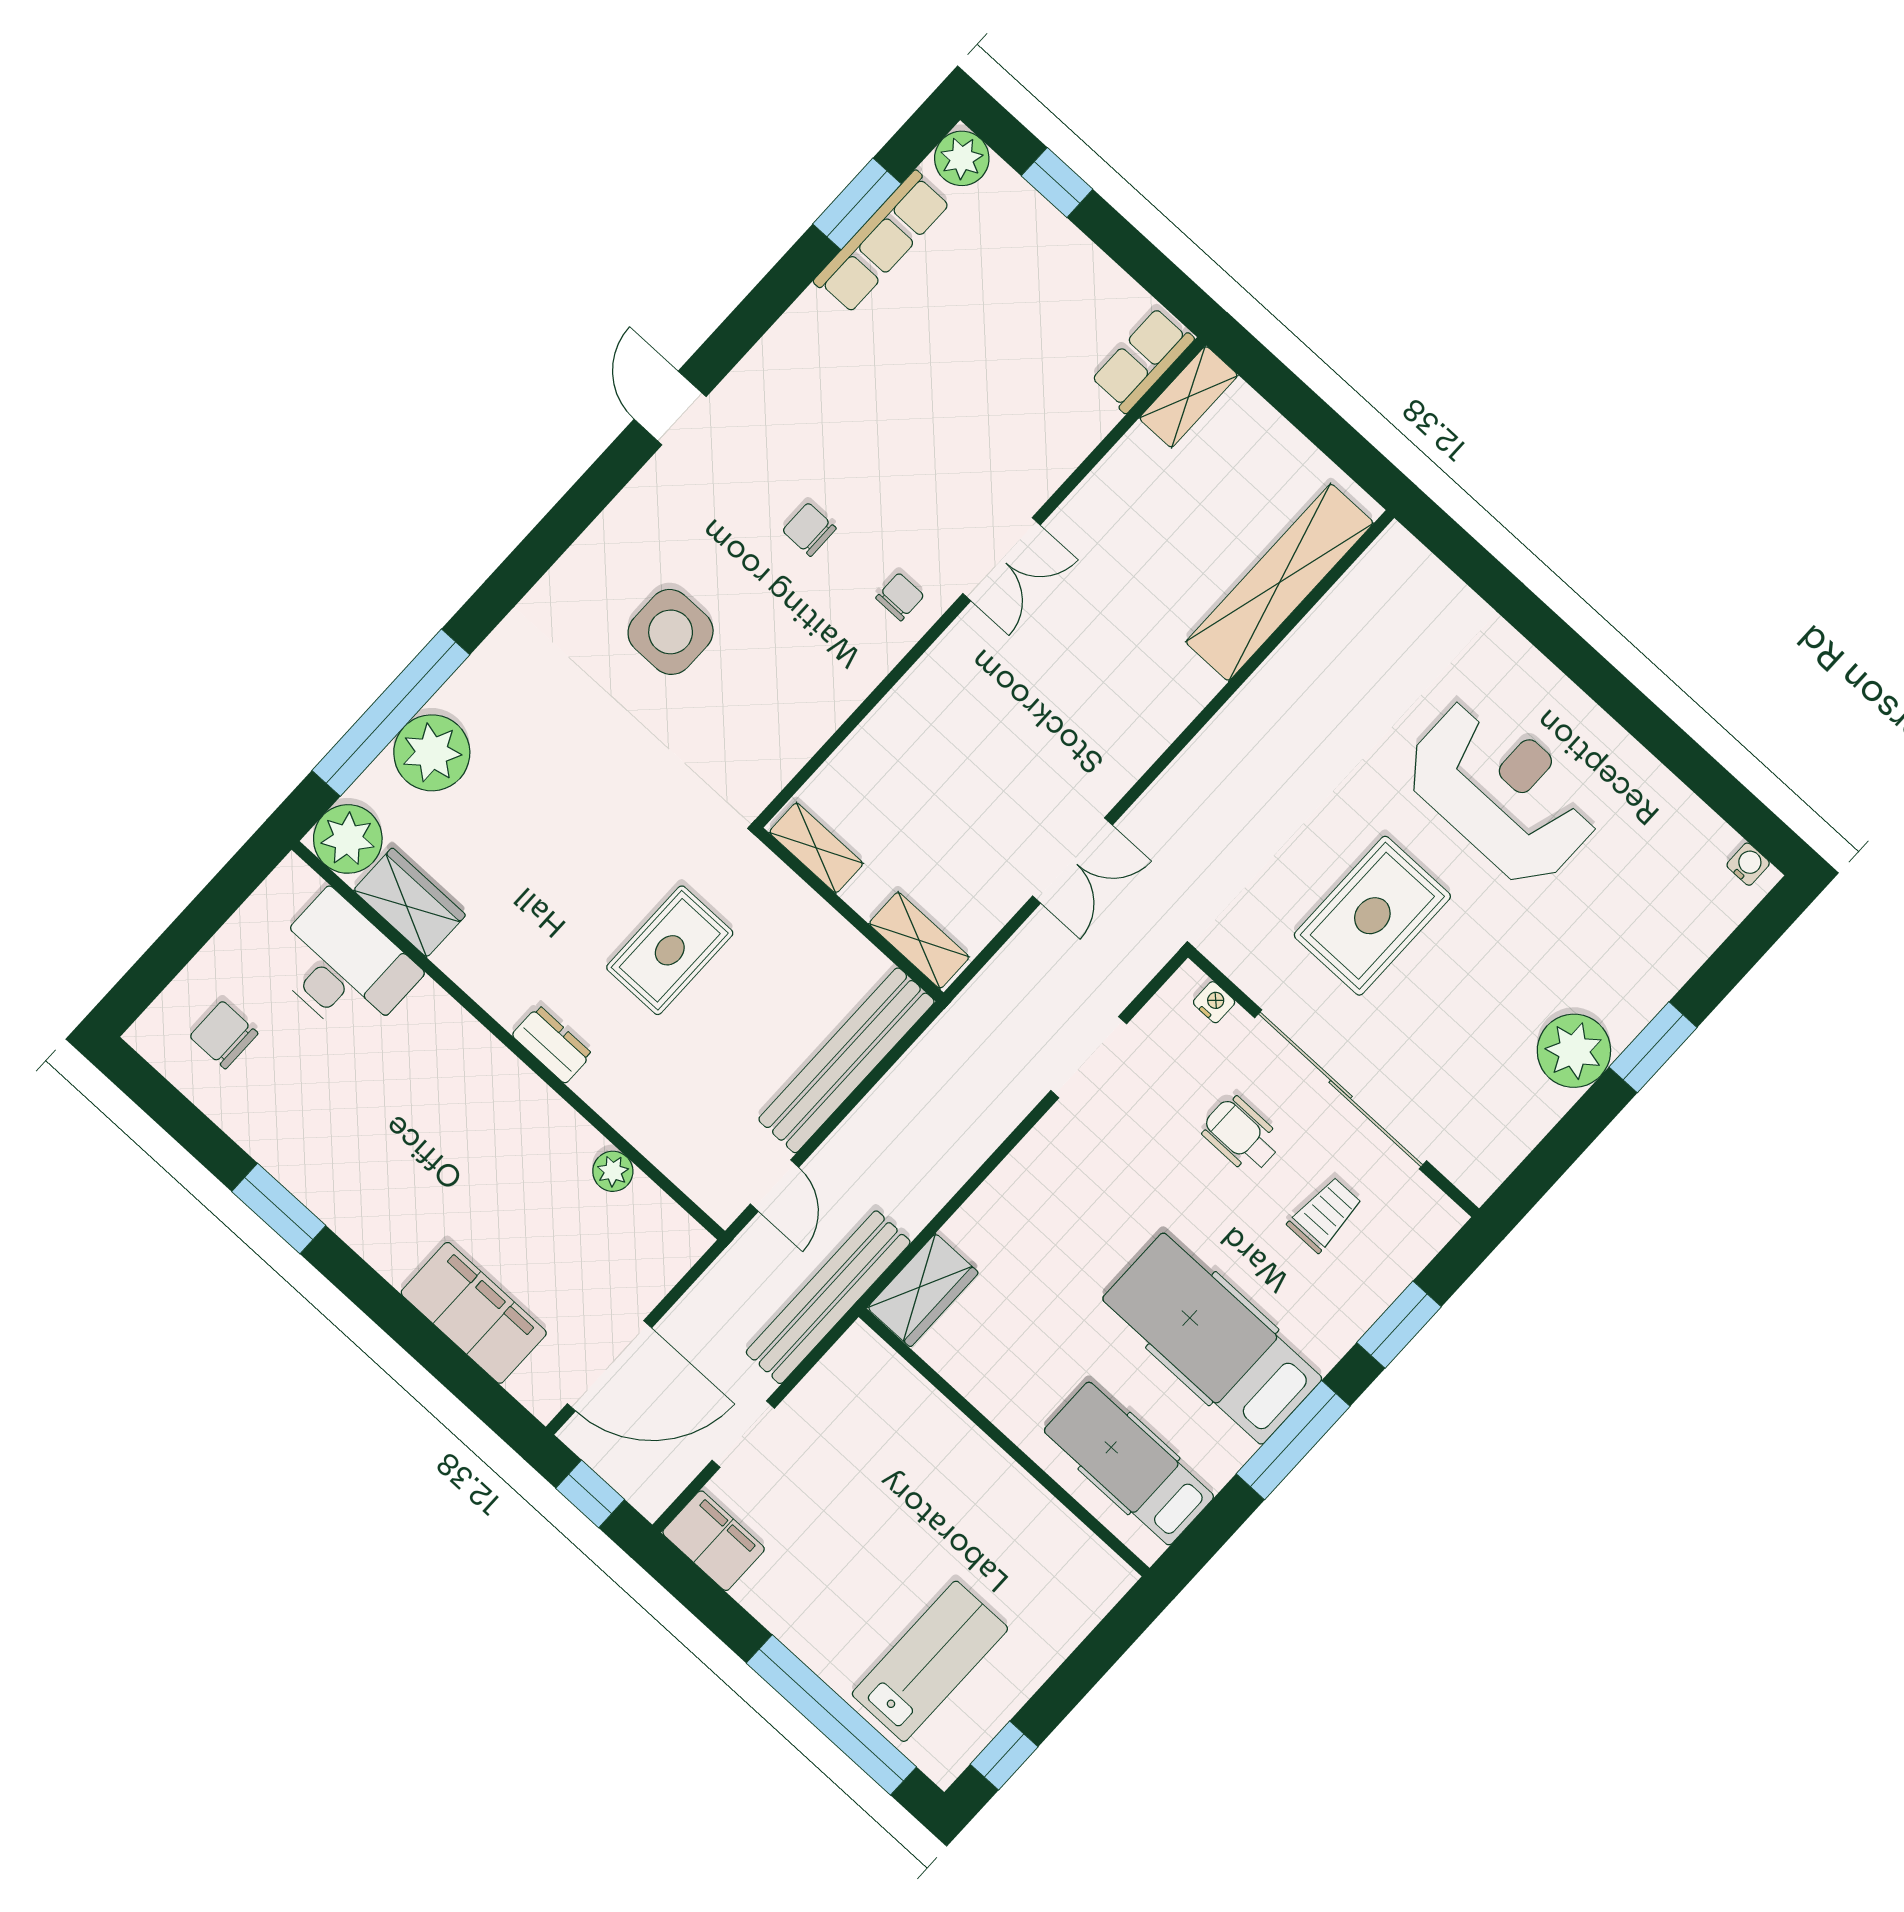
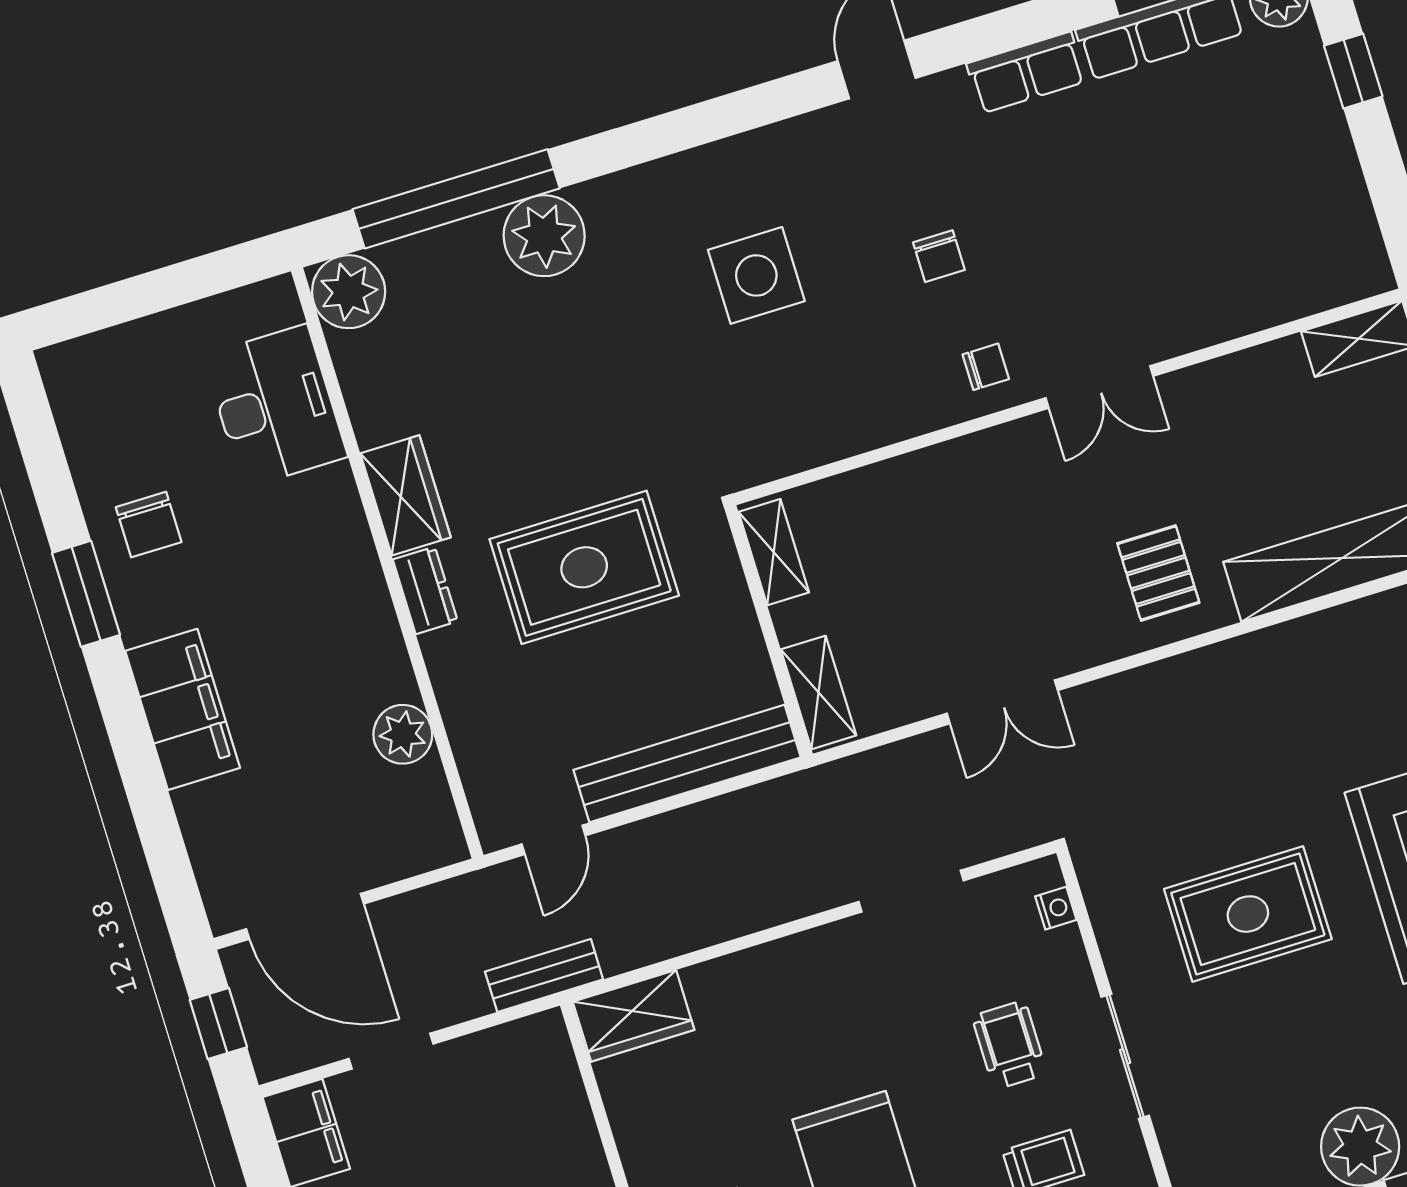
row of seats: (1142, 360) -> (1026, 73), moved, turned 180
chair: (809, 530) -> (939, 256), turned 180
pallet: (1138, 682) -> (1158, 573), added
plant: (432, 753) -> (544, 236), moved
wardrobe: (410, 903) -> (405, 495), moved
rug: (670, 950) -> (584, 567), width x1.36, depth x1.43
chair: (224, 1035) -> (149, 525), moved, turned 180
sliding door: (1341, 1089) -> (1125, 1056), width x0.54
plant: (613, 1171) -> (403, 734), width x1.38, depth x1.38
bench: (828, 1297) -> (544, 975), width x0.54, depth x0.82
filing cabinet: (474, 1313) -> (183, 709), moved

